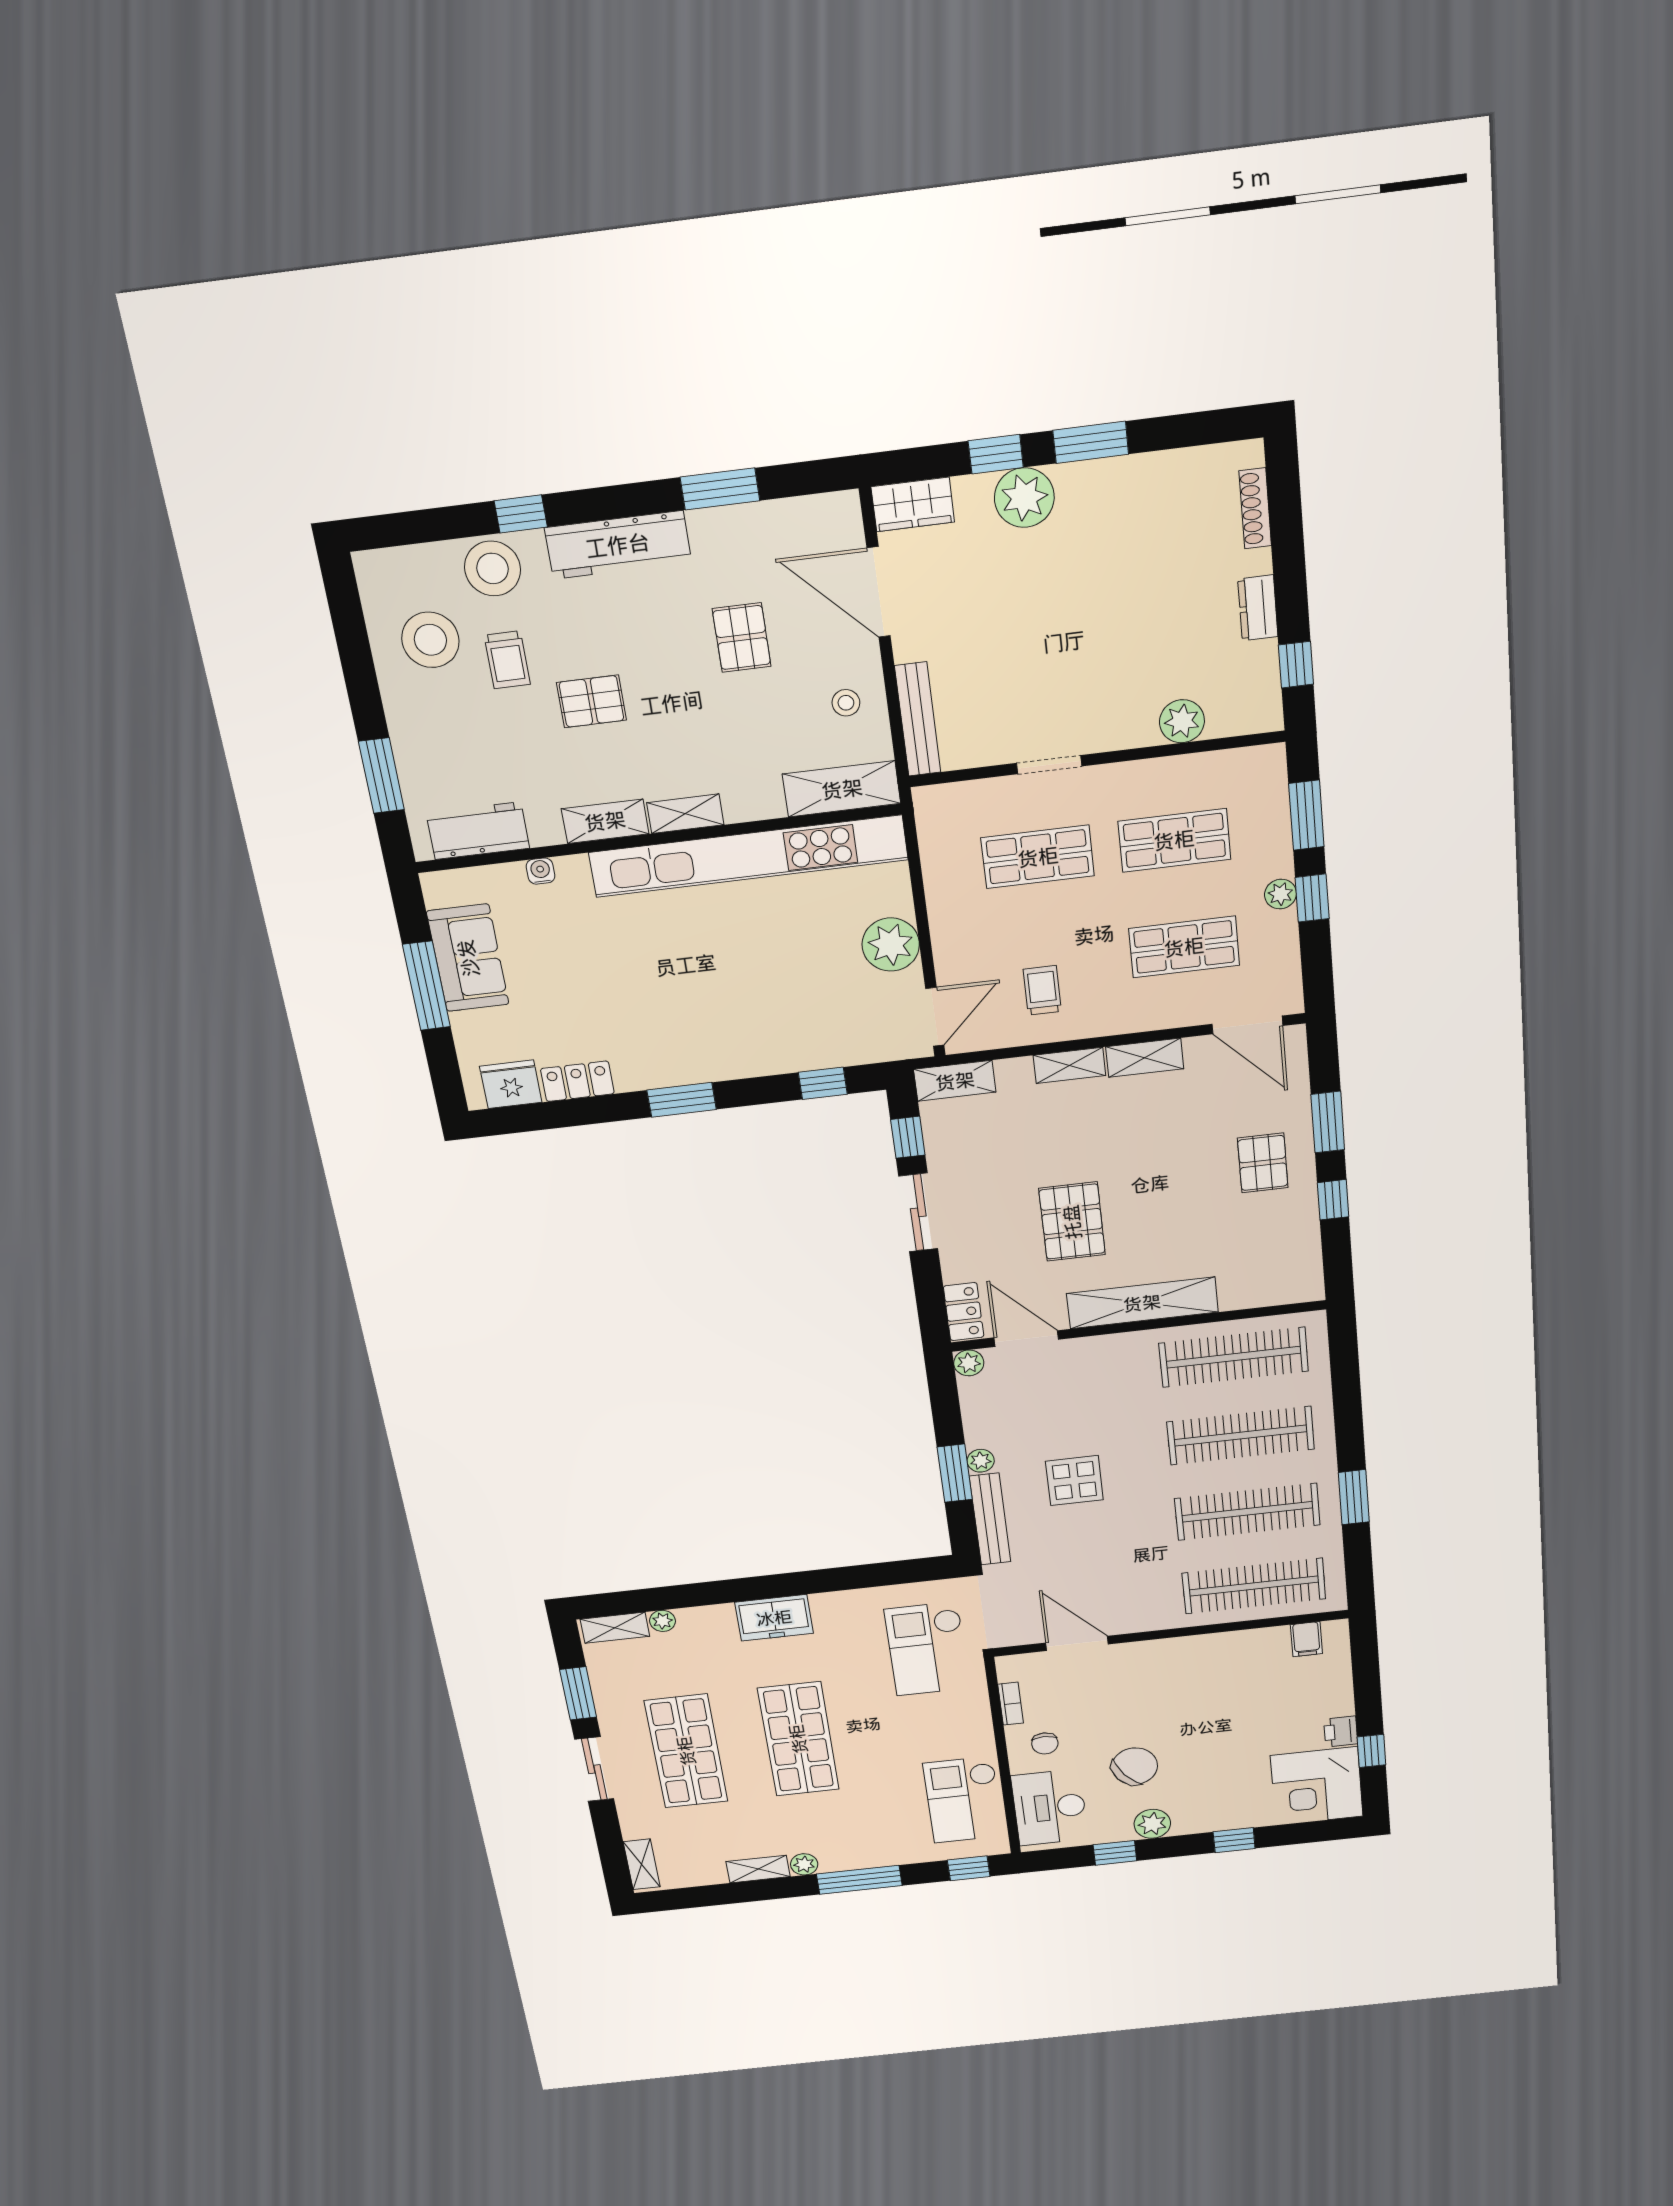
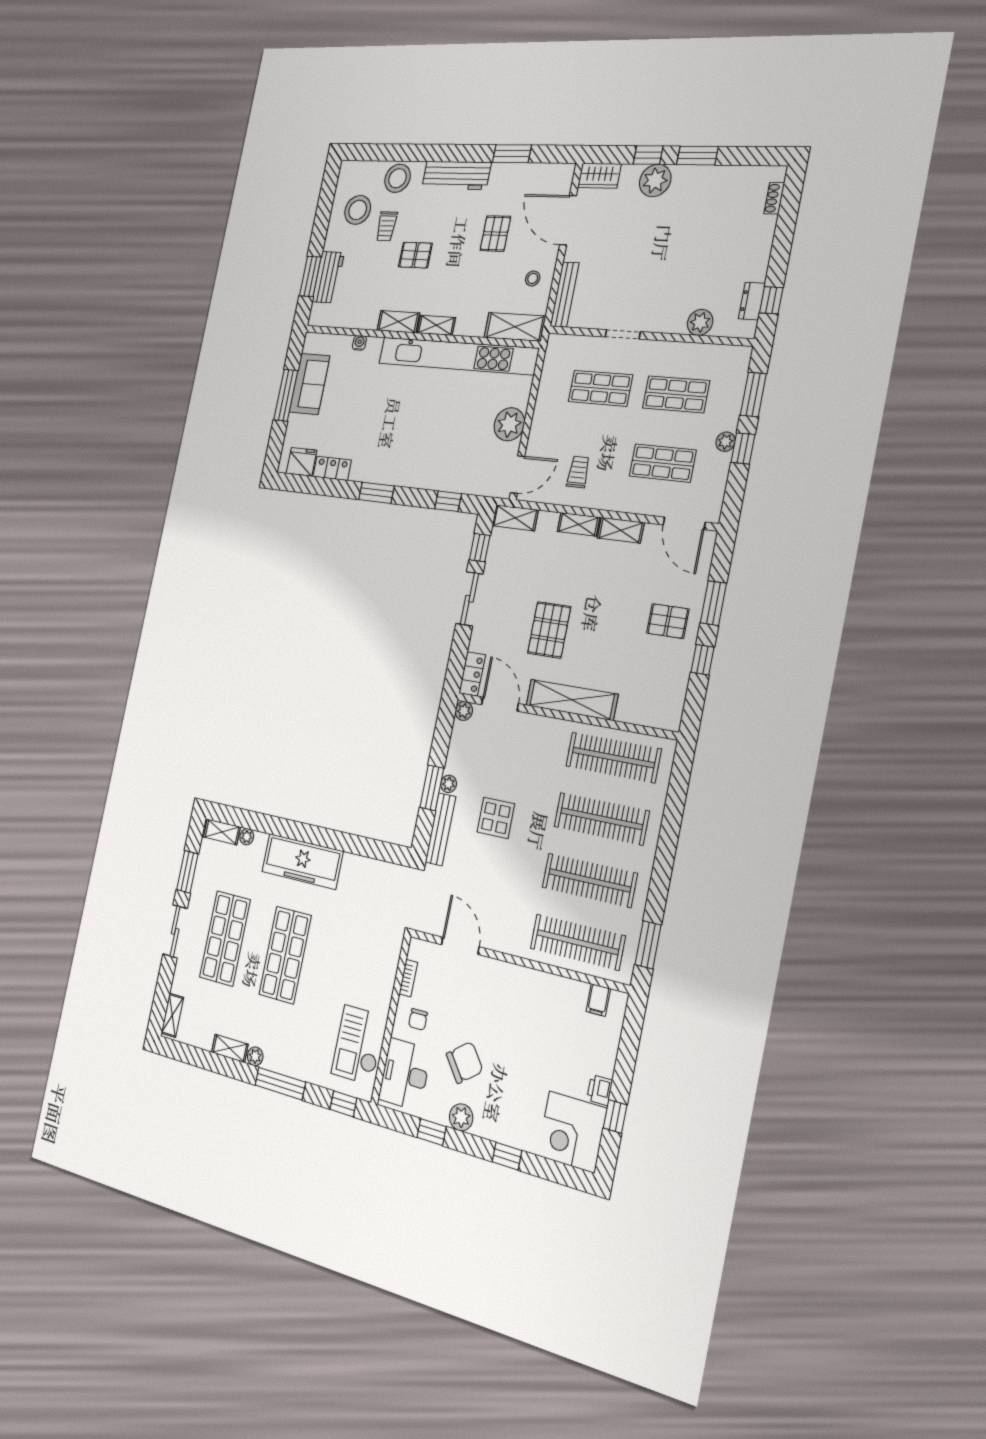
shoe rack: (1255, 508) -> (774, 198), width x0.70
window: (521, 514) -> (420, 153), removed
dresser: (1258, 608) -> (752, 301), moved
workbench: (478, 831) -> (328, 277), moved, turned 90
pallet: (1263, 1163) -> (668, 621), turned 90
window: (1354, 1497) -> (648, 945), moved
freezer: (774, 1618) -> (302, 861), width x1.91, depth x1.26
checkout: (927, 1649) -> (376, 915), removed

